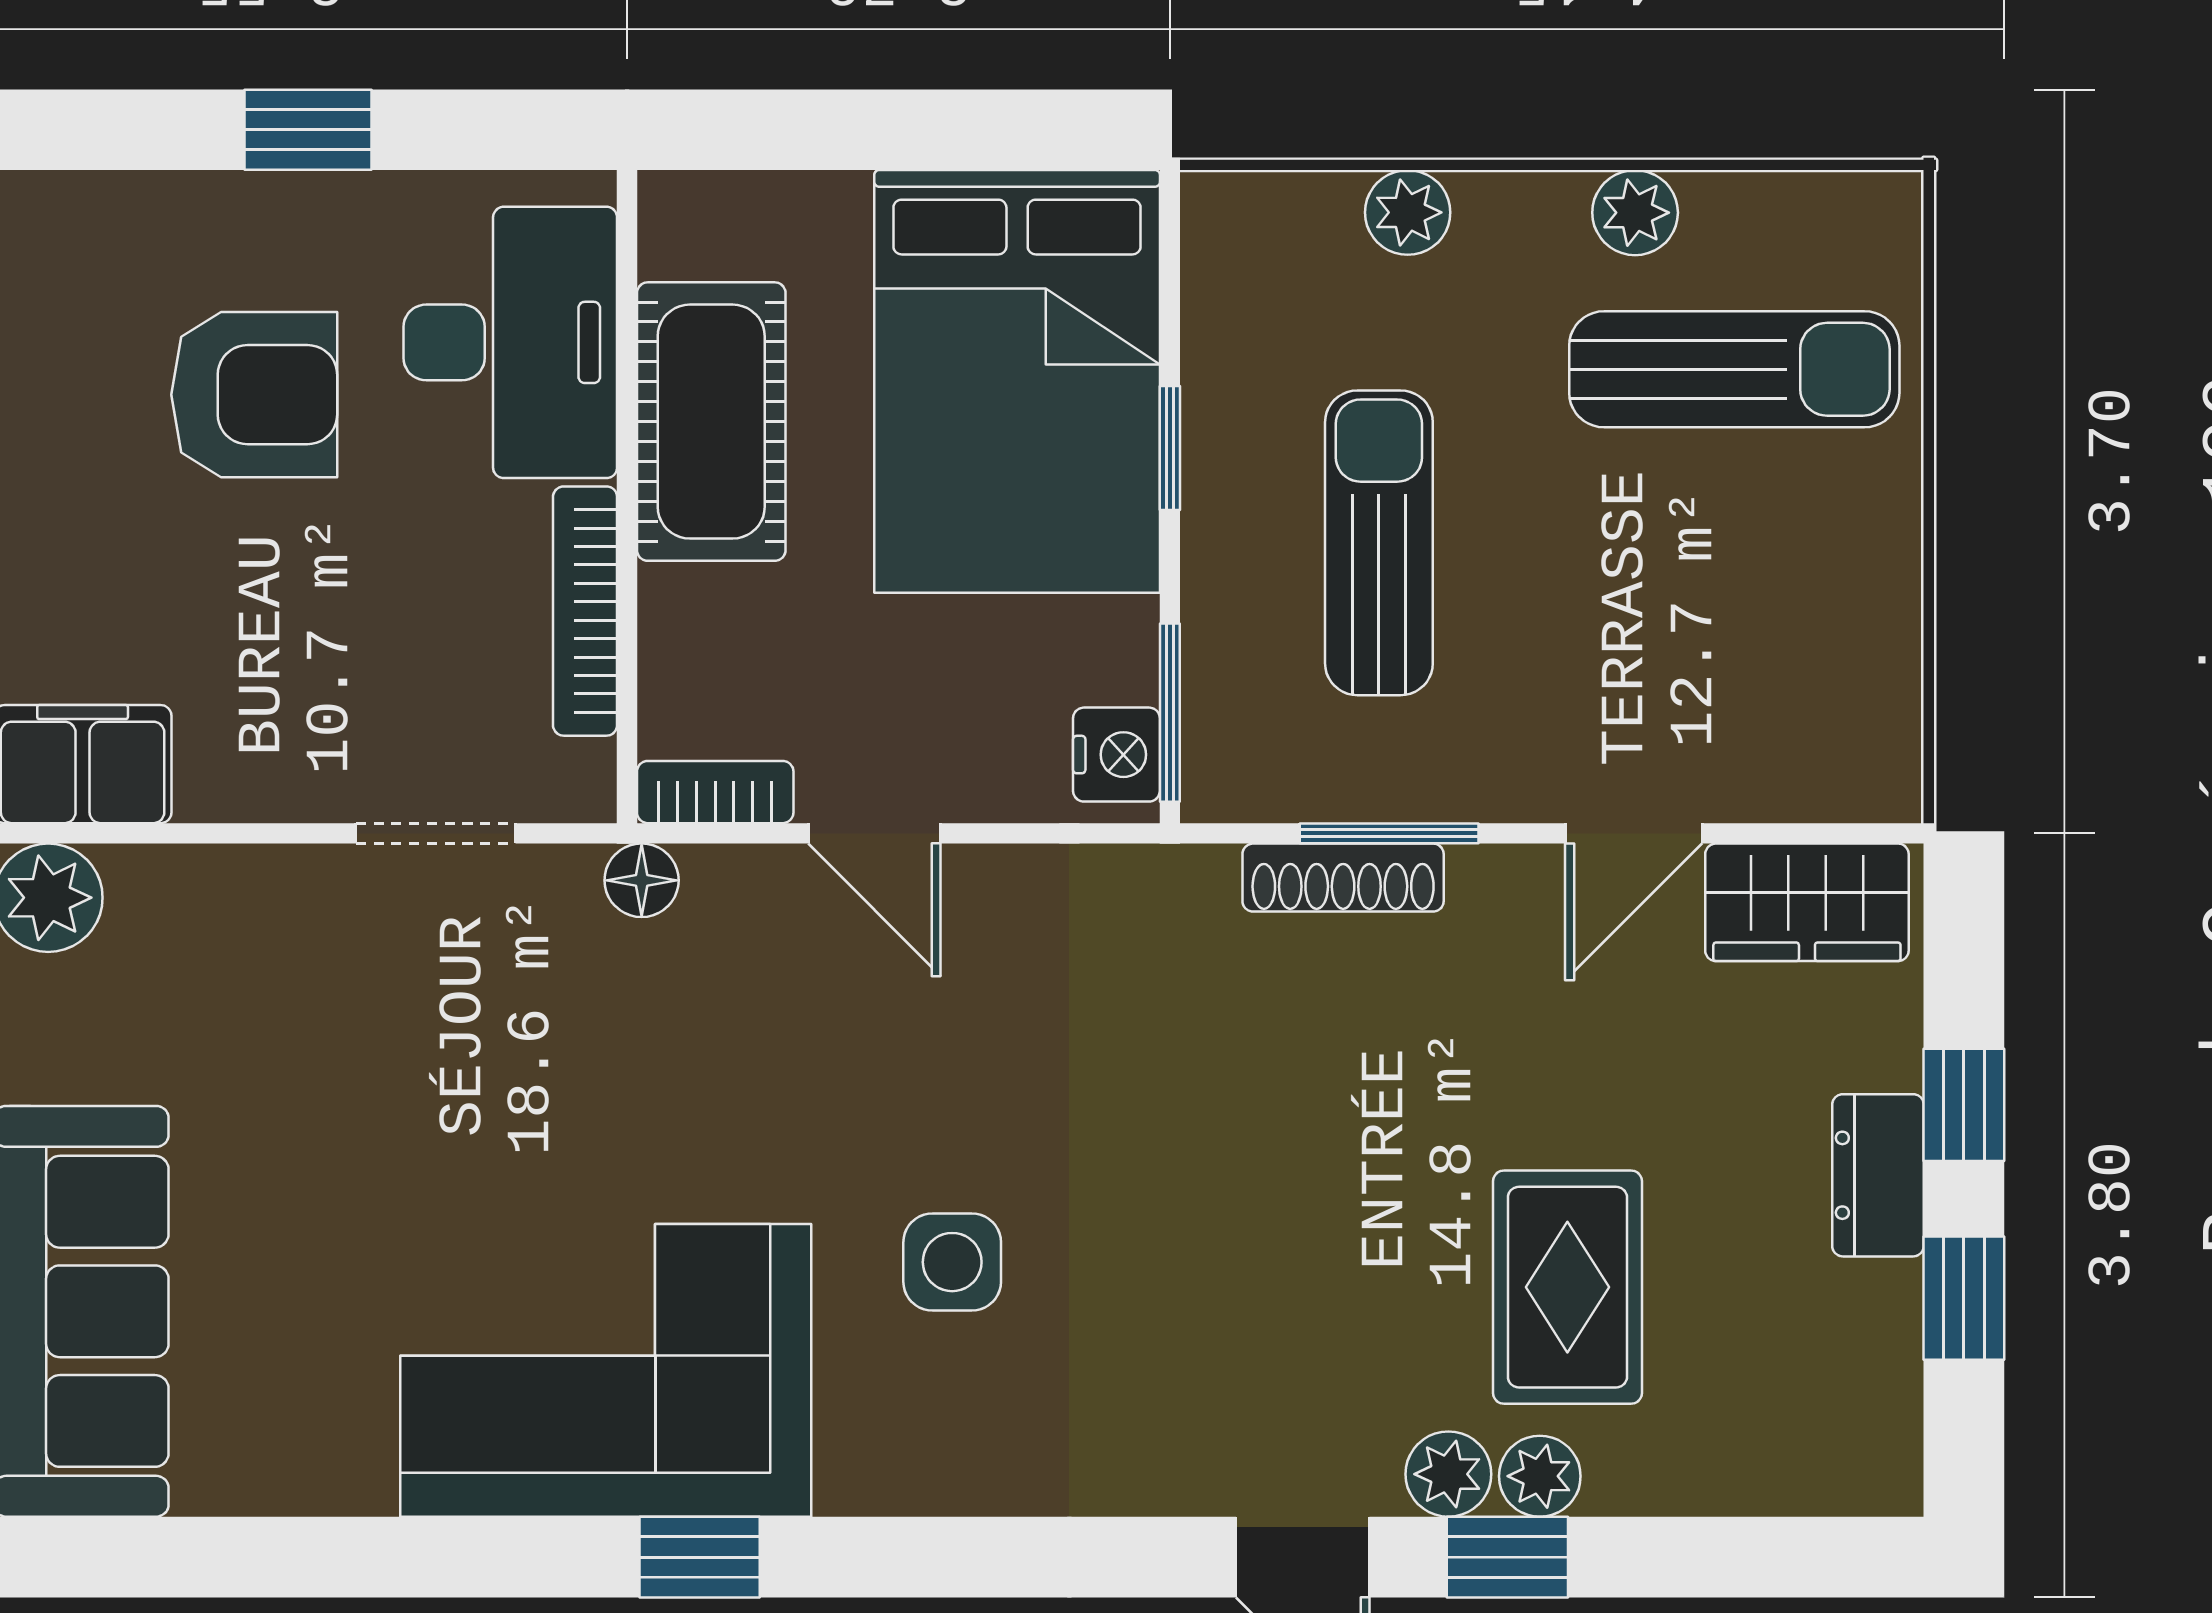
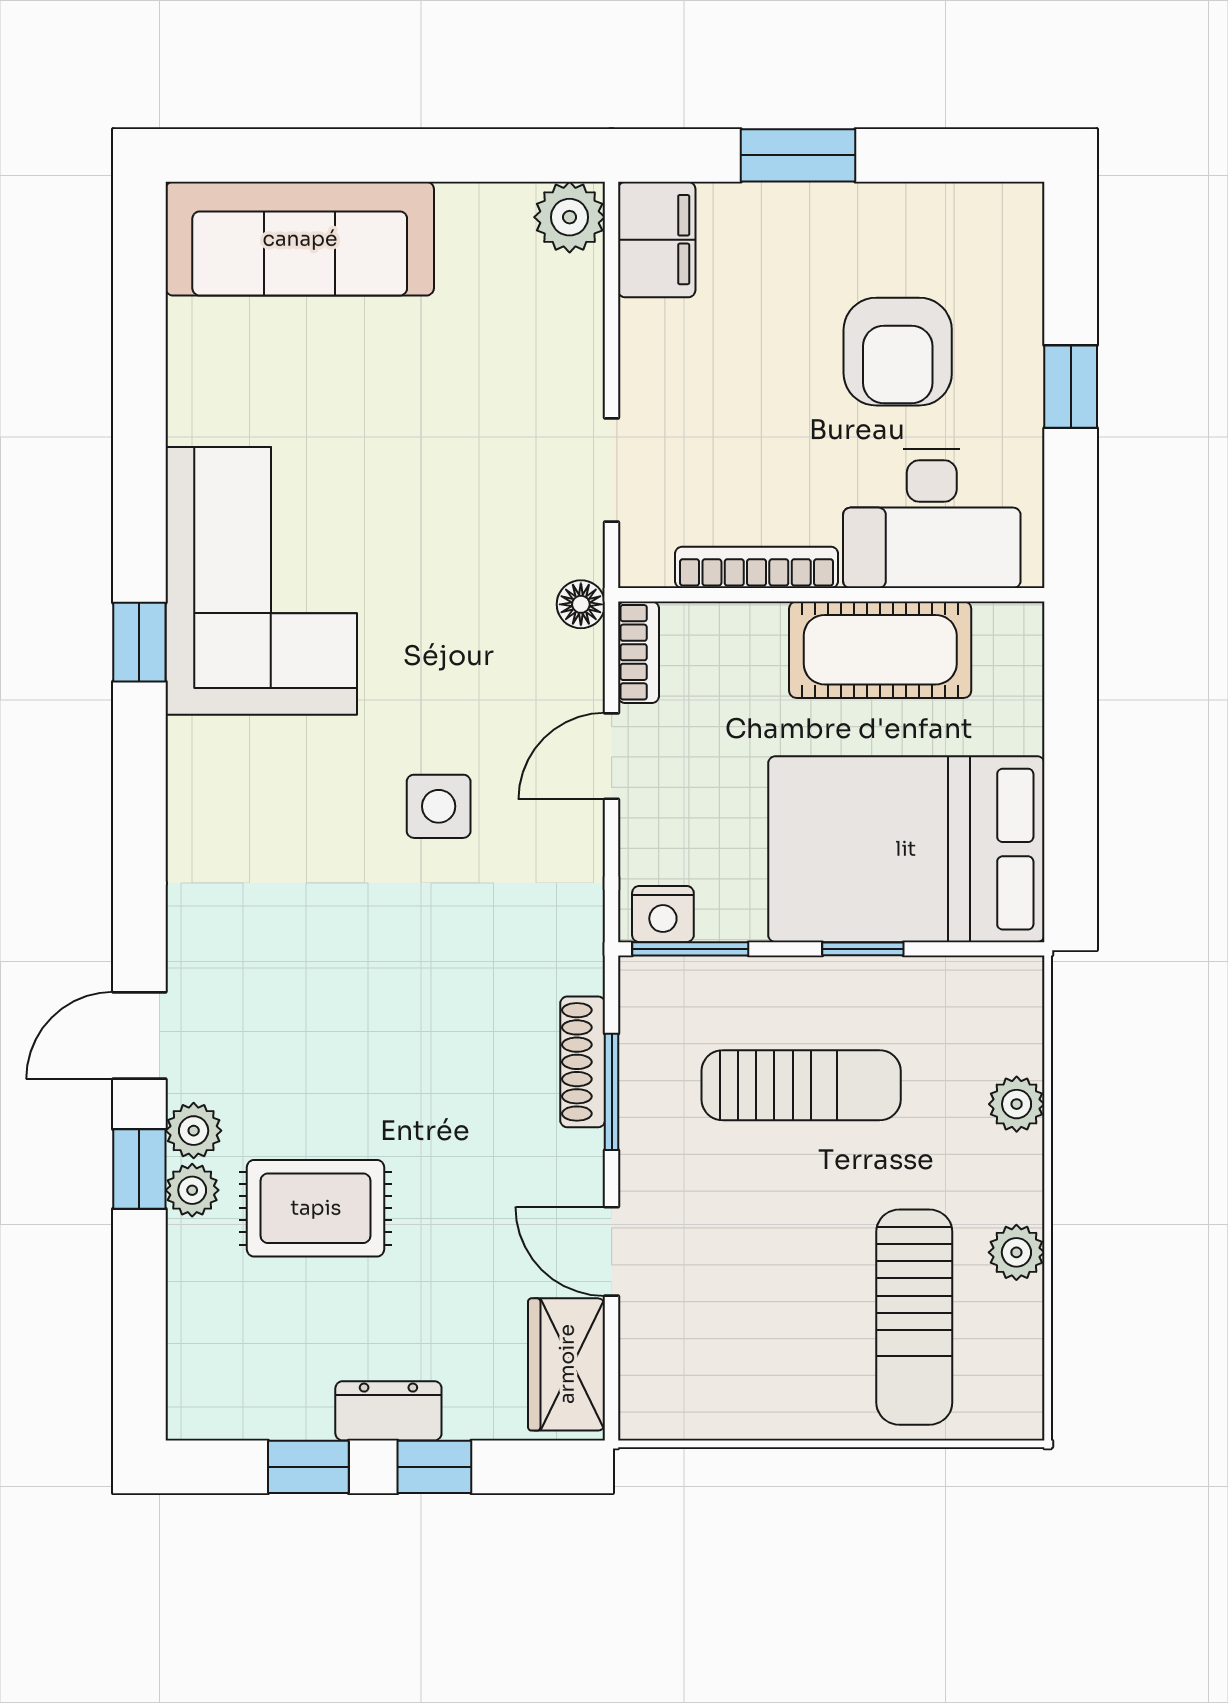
side table: (952, 1262) -> (439, 806), moved

